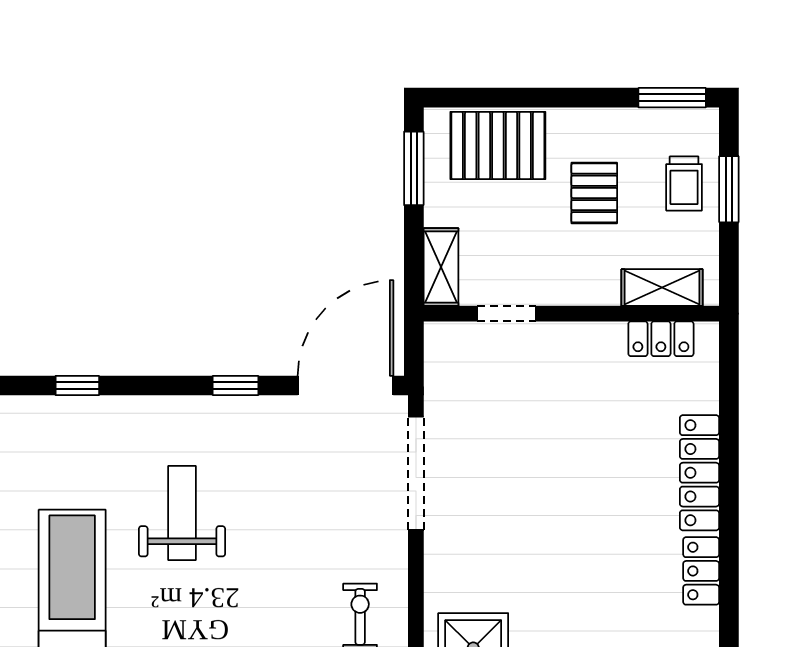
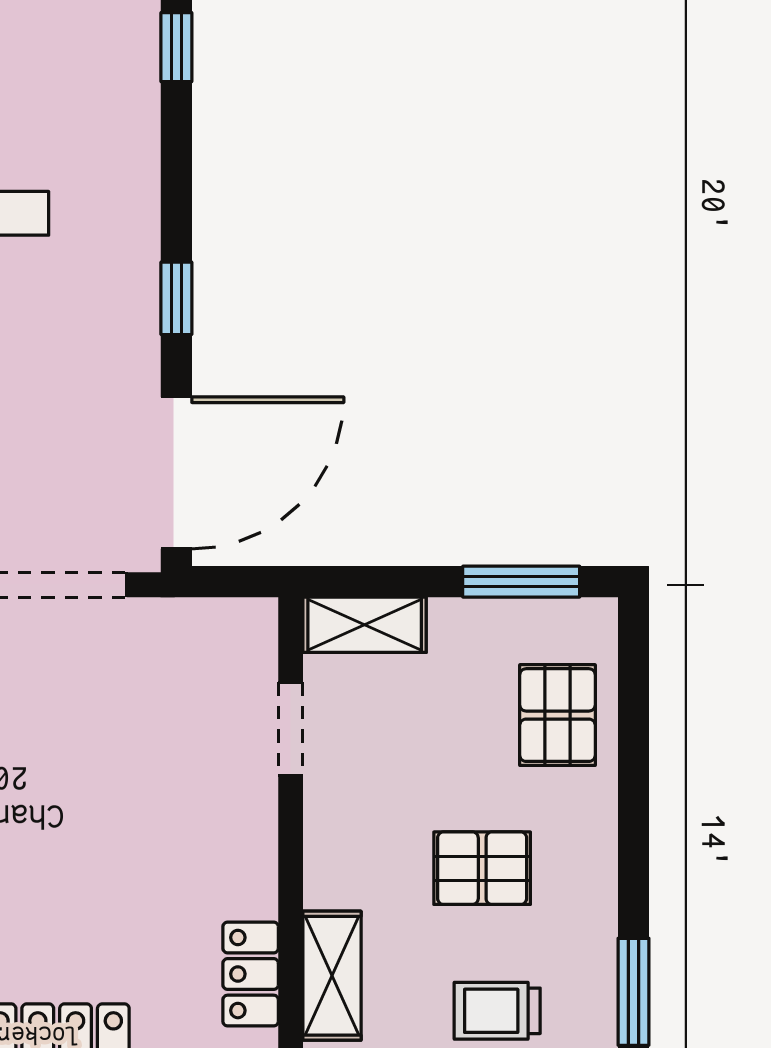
pallet: (498, 146) -> (557, 715), width x0.67, depth x0.71
door: (345, 385) -> (176, 473), hinge flipped

